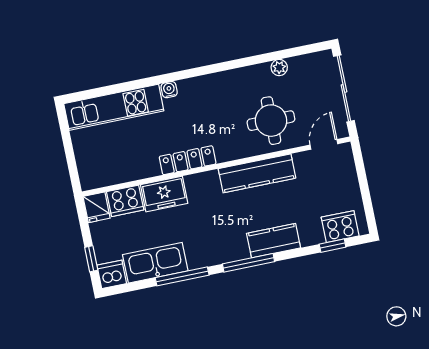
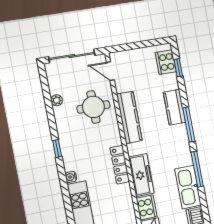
window: (210, 69) -> (57, 148), added
freezer: (164, 194) -> (141, 175), width x1.40

